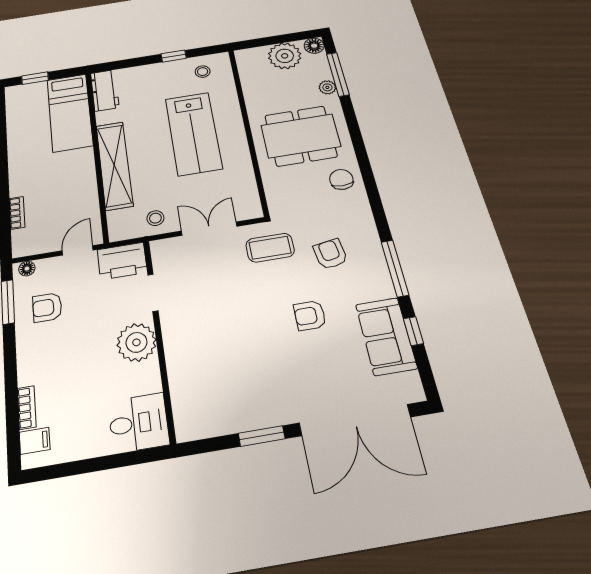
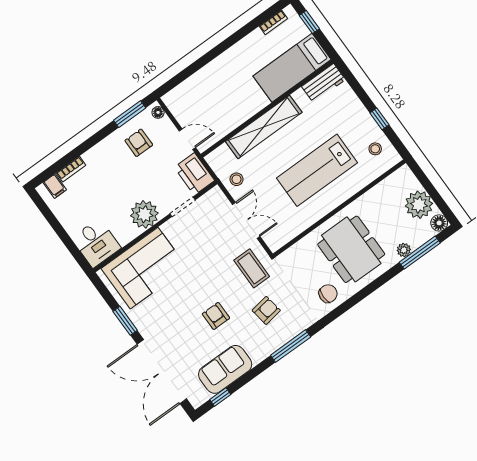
bookcase: (17, 213) -> (273, 22), moved
window: (395, 268) -> (291, 346), moved
window: (413, 331) -> (220, 397), moved
corner sofa: (204, 376) -> (144, 268), added

